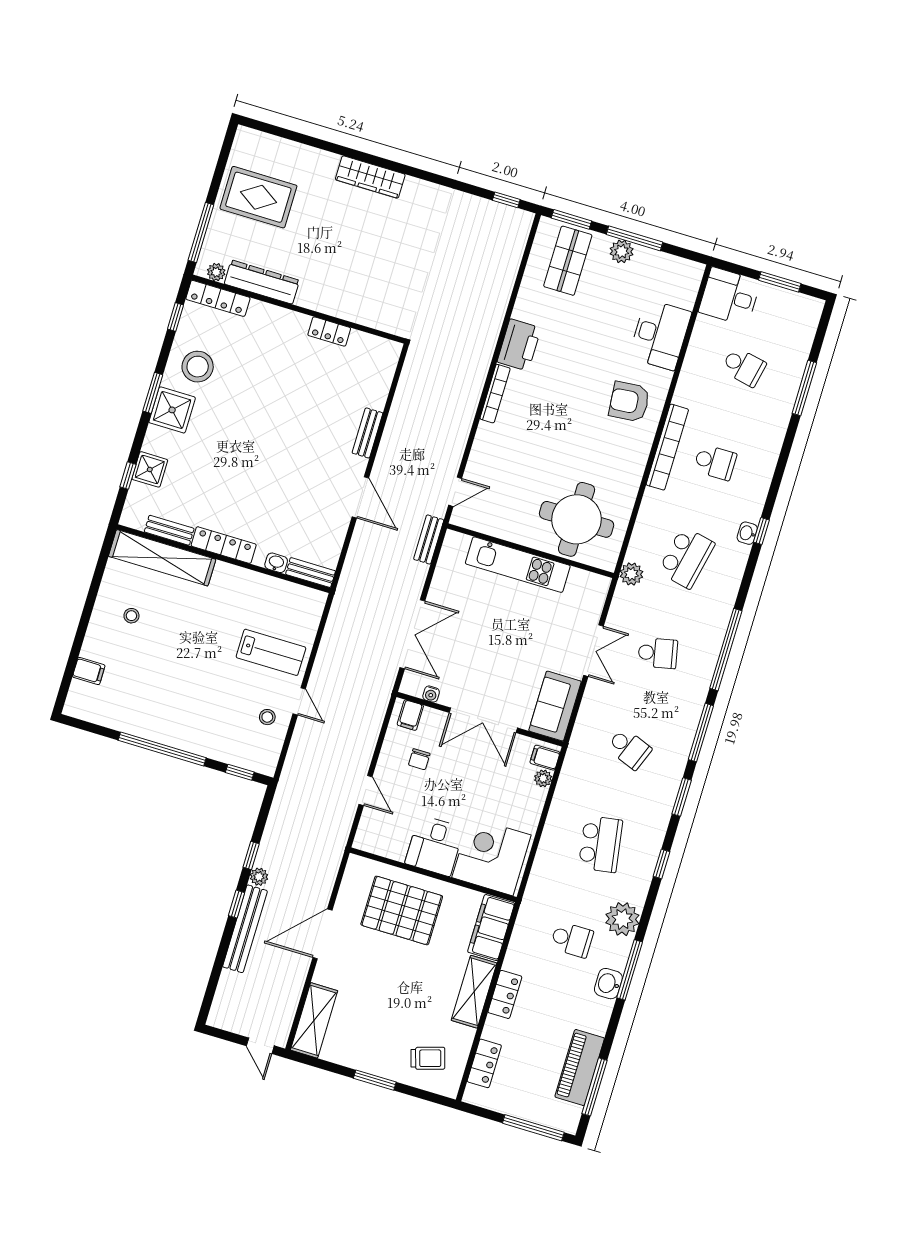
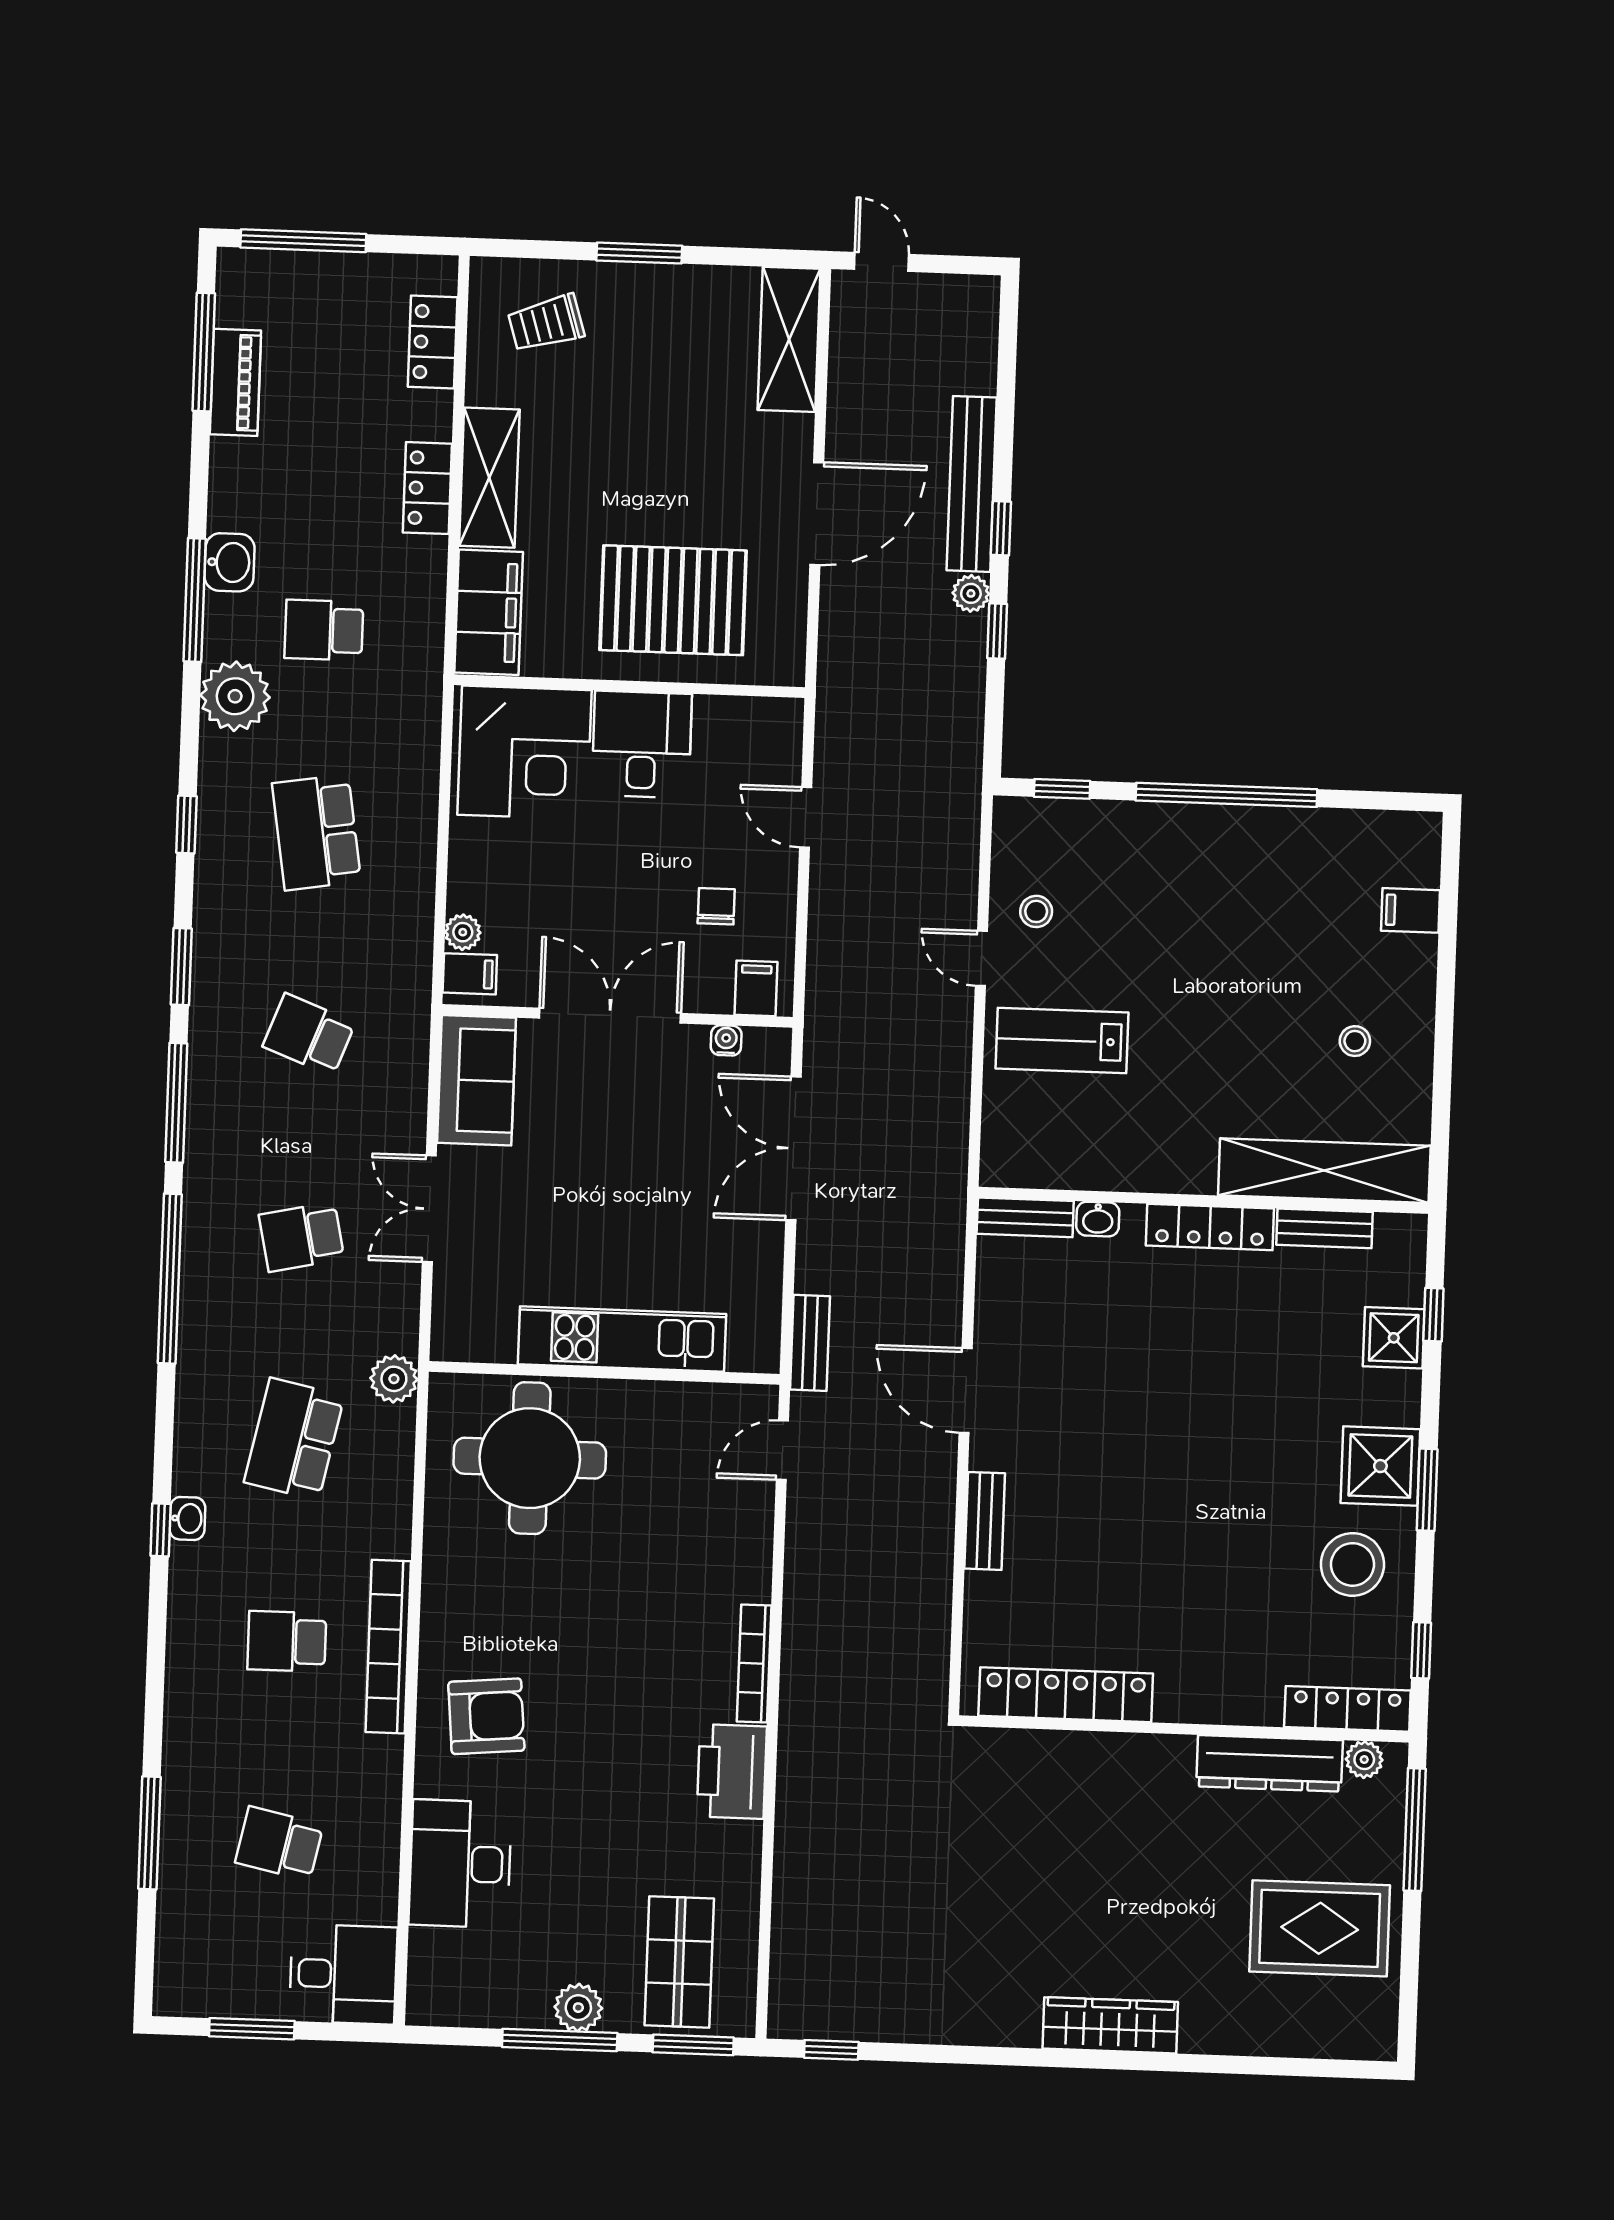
locker: (329, 332) -> (1066, 1695), width x2.16, depth x1.21
piano: (580, 1067) -> (235, 382), width x0.73, depth x0.75

